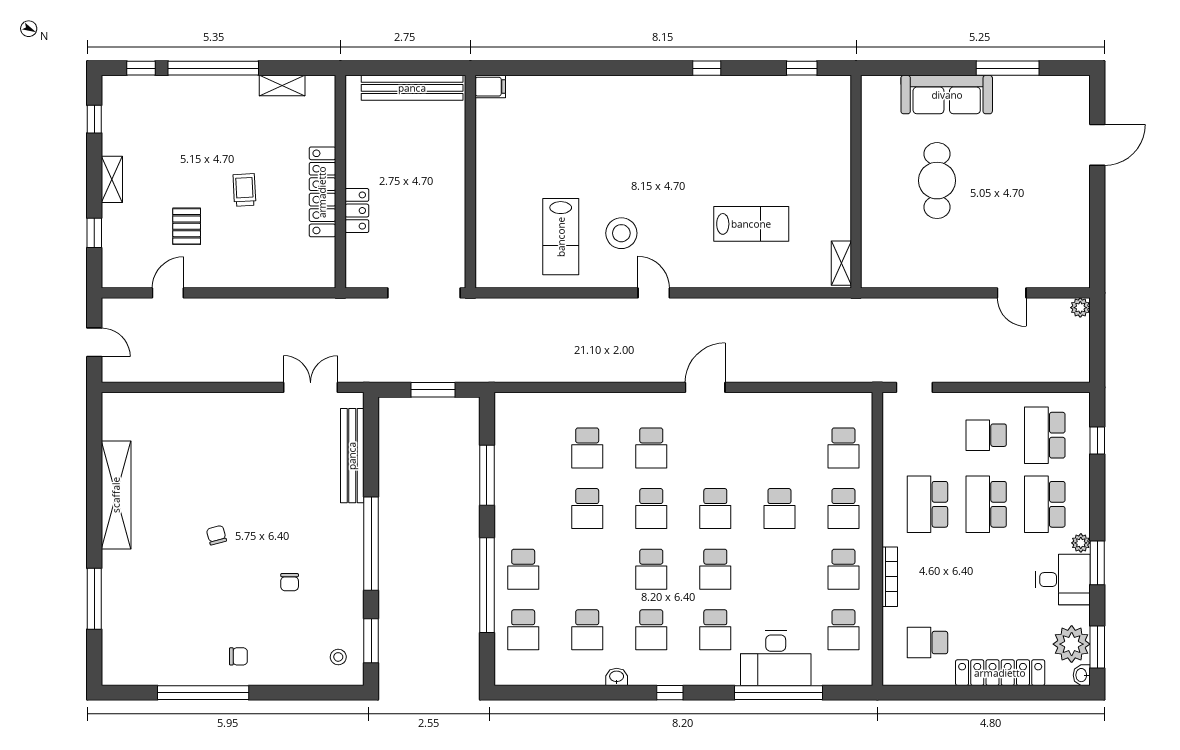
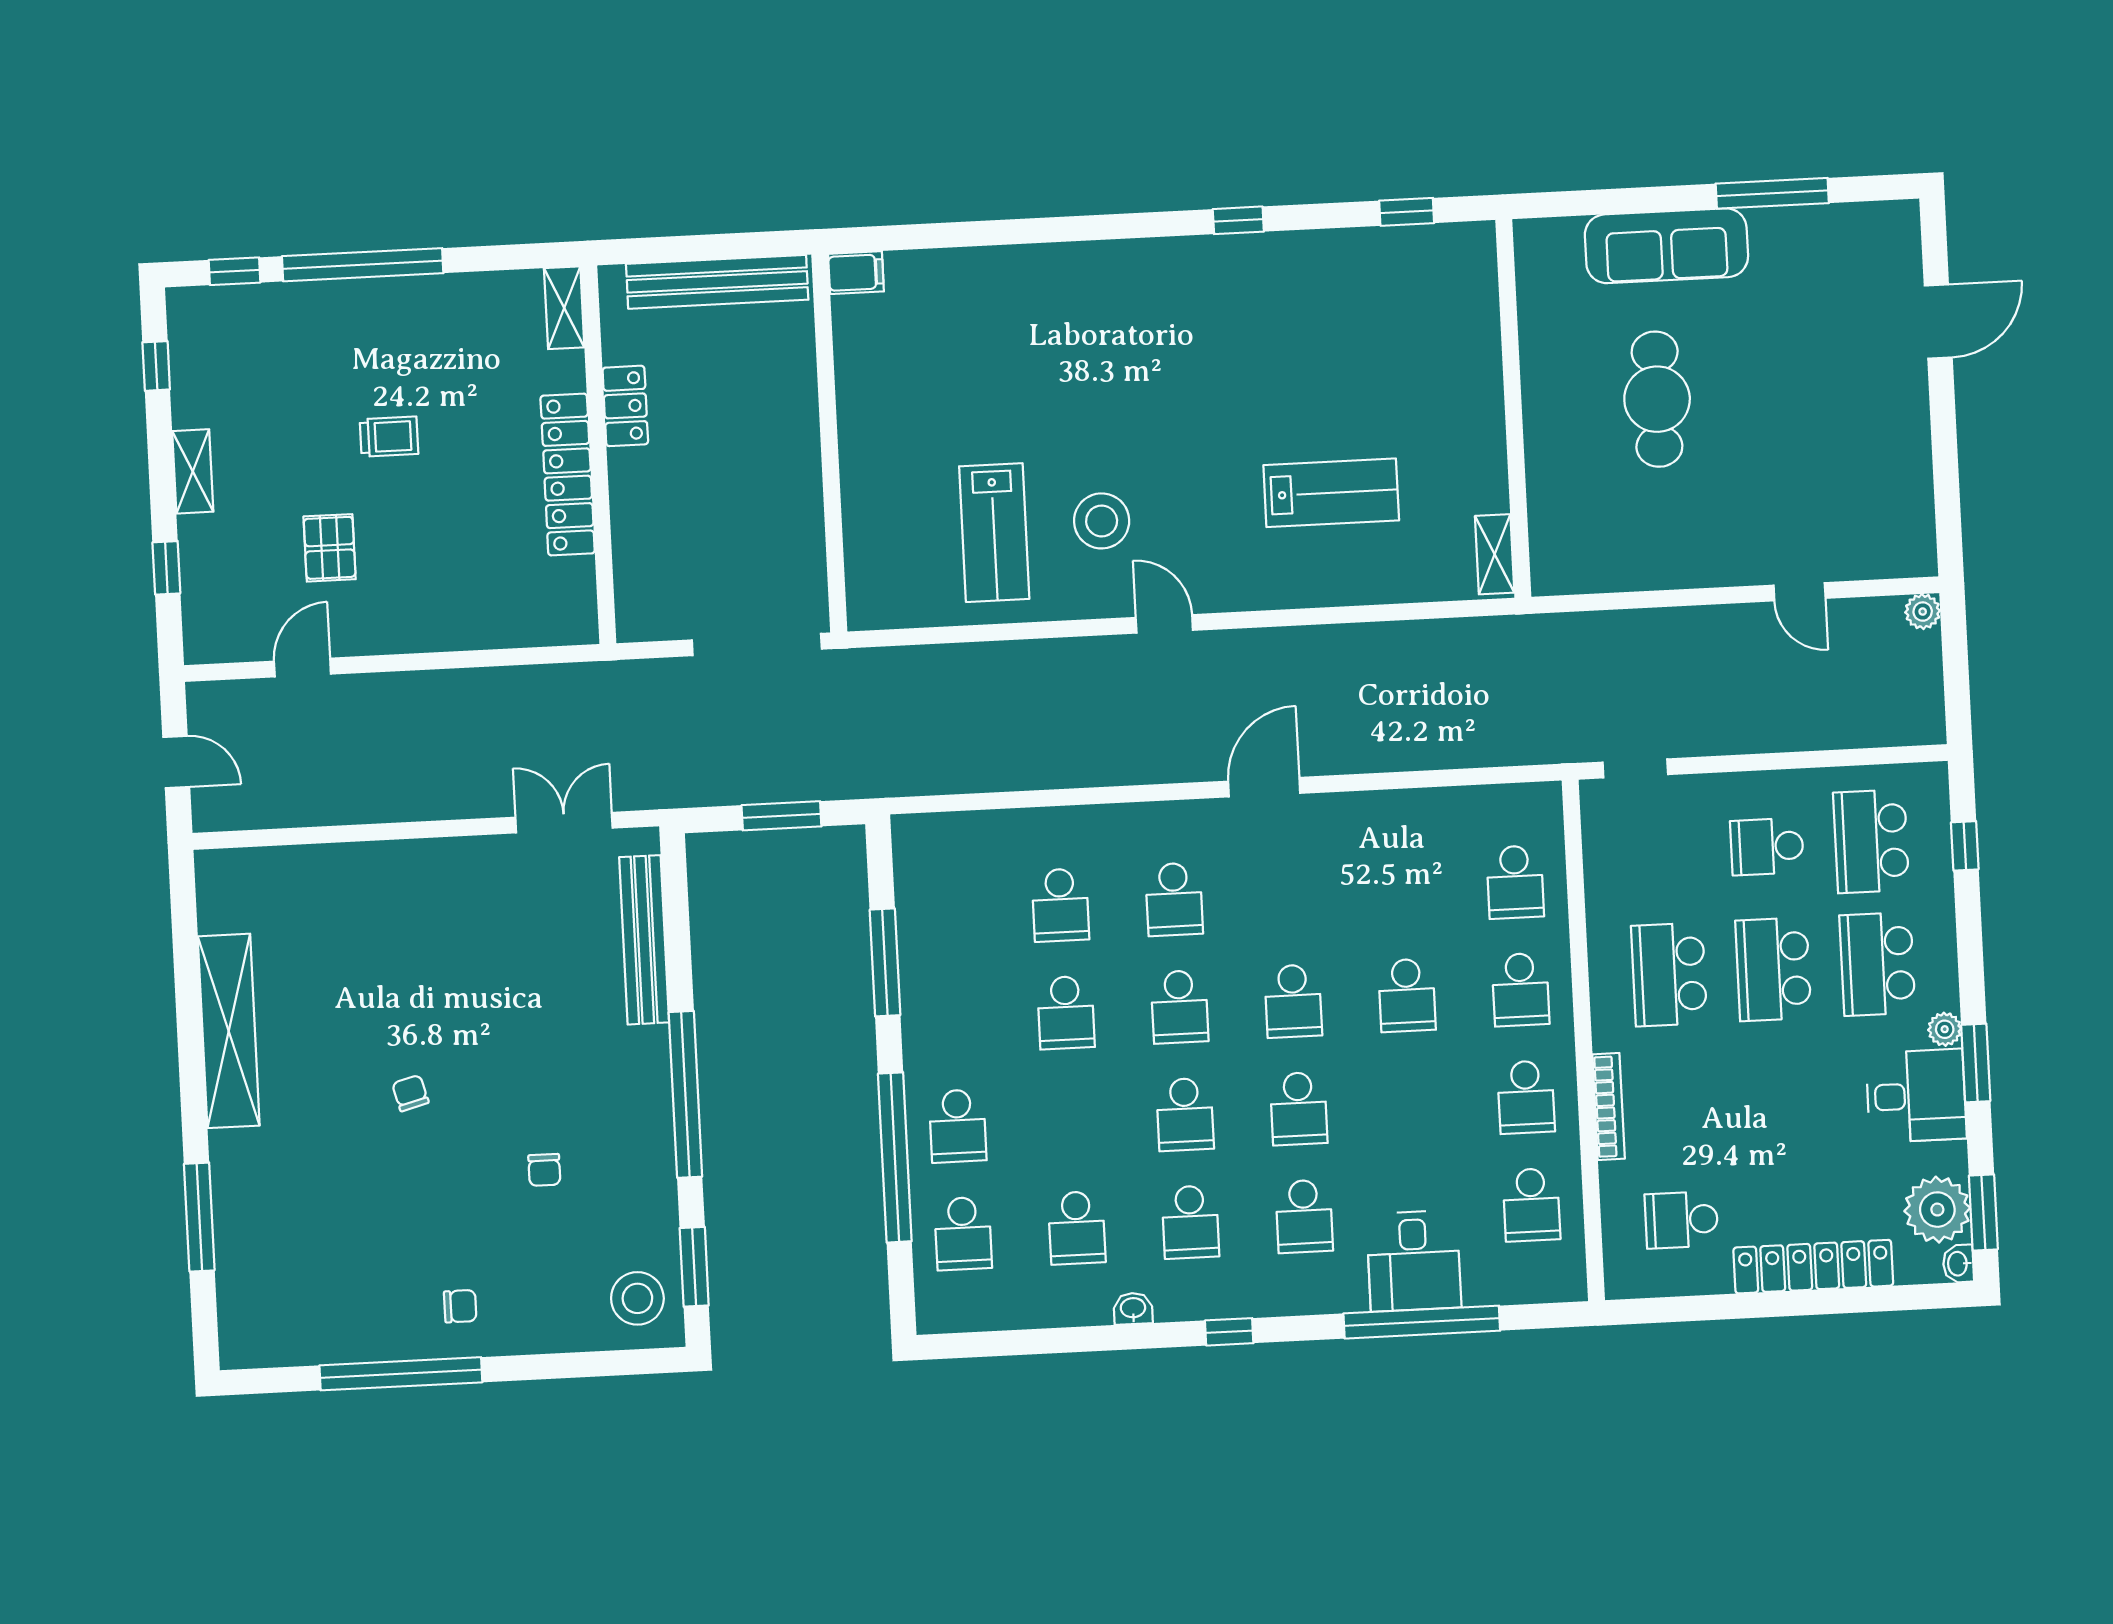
shelving: (282, 85) -> (564, 308), moved, turned 90
trolley: (244, 190) -> (389, 437), moved, turned 93
locker: (357, 211) -> (625, 406), moved
stool: (338, 657) -> (637, 1298), width x1.89, depth x1.89
desk: (776, 658) -> (1414, 1261), width x0.73

